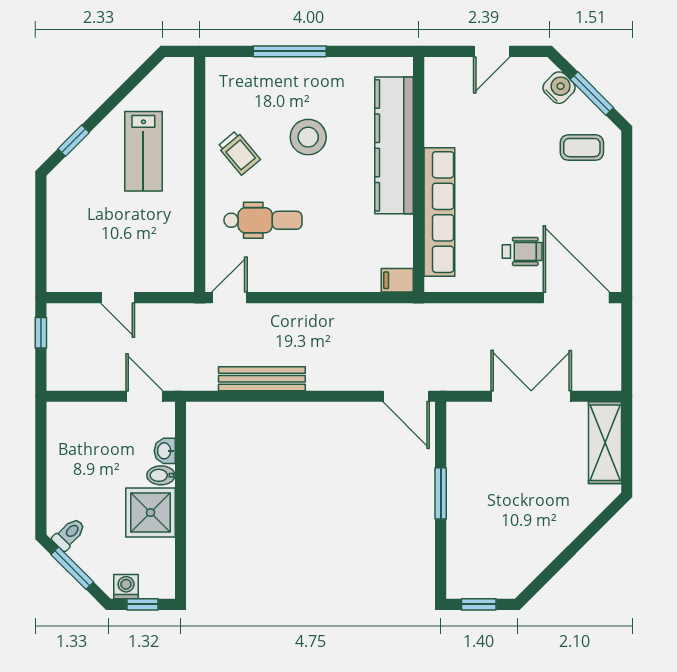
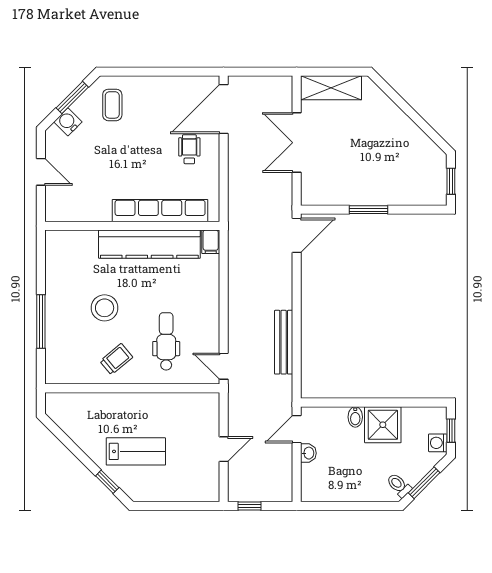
kitchen counter: (394, 145) -> (149, 244), moved
lab bench: (143, 151) -> (136, 451), moved
washbasin: (165, 451) -> (308, 453), moved, turned -90

